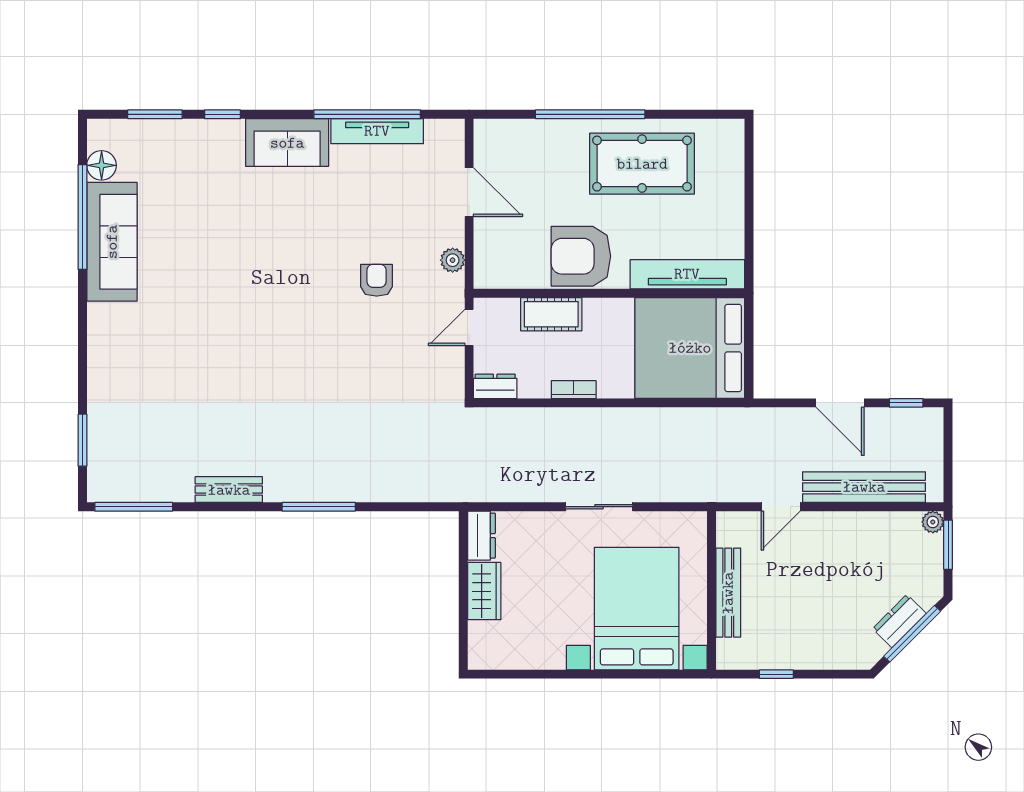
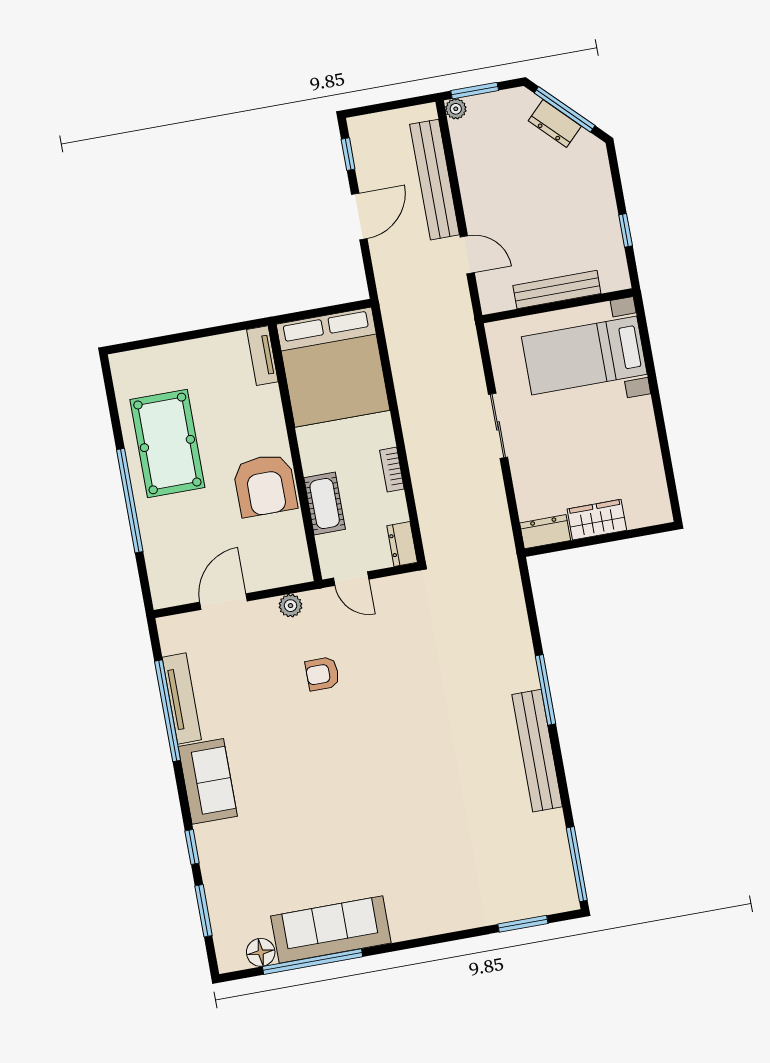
tv unit: (687, 274) -> (262, 356), width x0.52, depth x0.78
bench: (229, 490) -> (537, 751), width x1.86, depth x1.21
bed with nightstands: (637, 609) -> (584, 355), width x0.73

